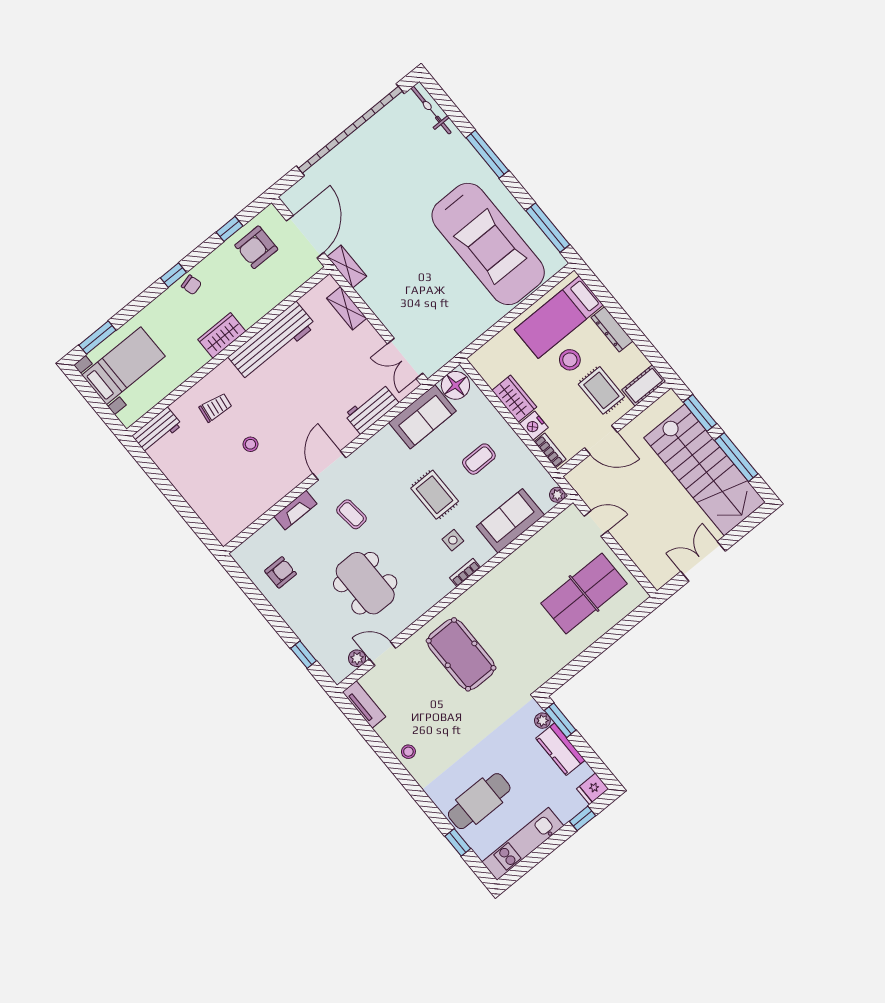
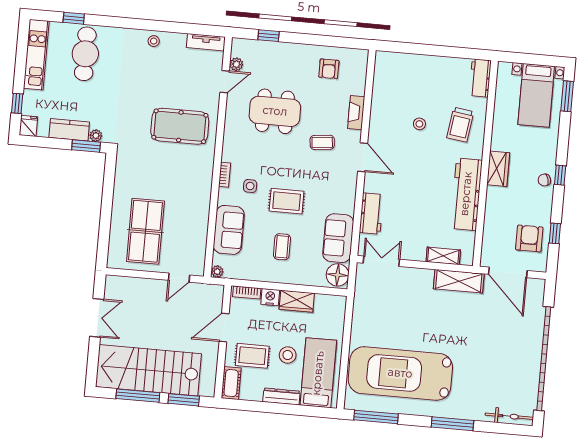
shelving: (347, 266) -> (459, 281), width x1.50, depth x1.33
trolley: (216, 407) -> (460, 125), width x1.36, depth x1.39

